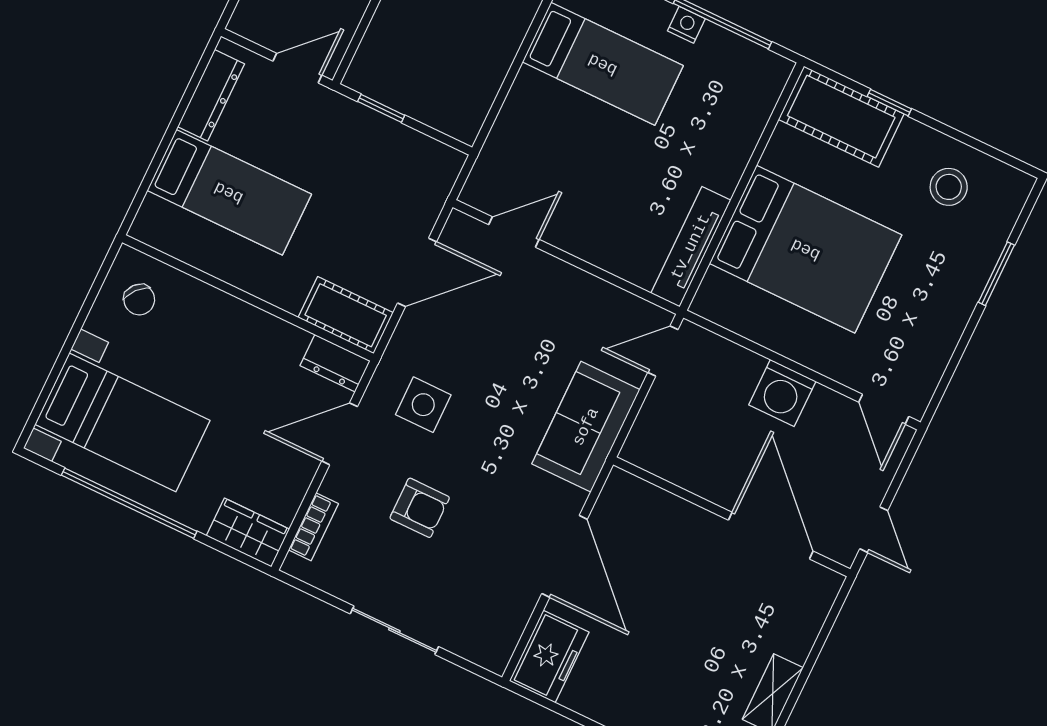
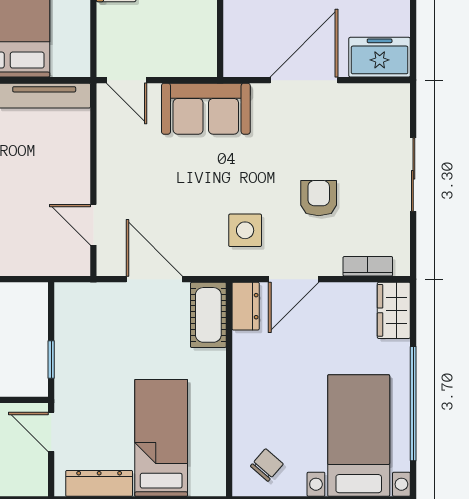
door: (340, 434) -> (294, 279), hinge flipped

